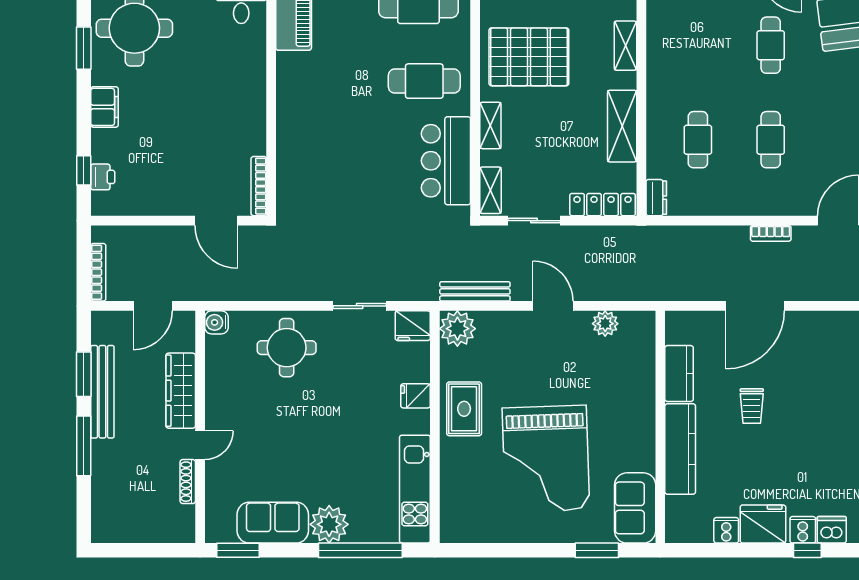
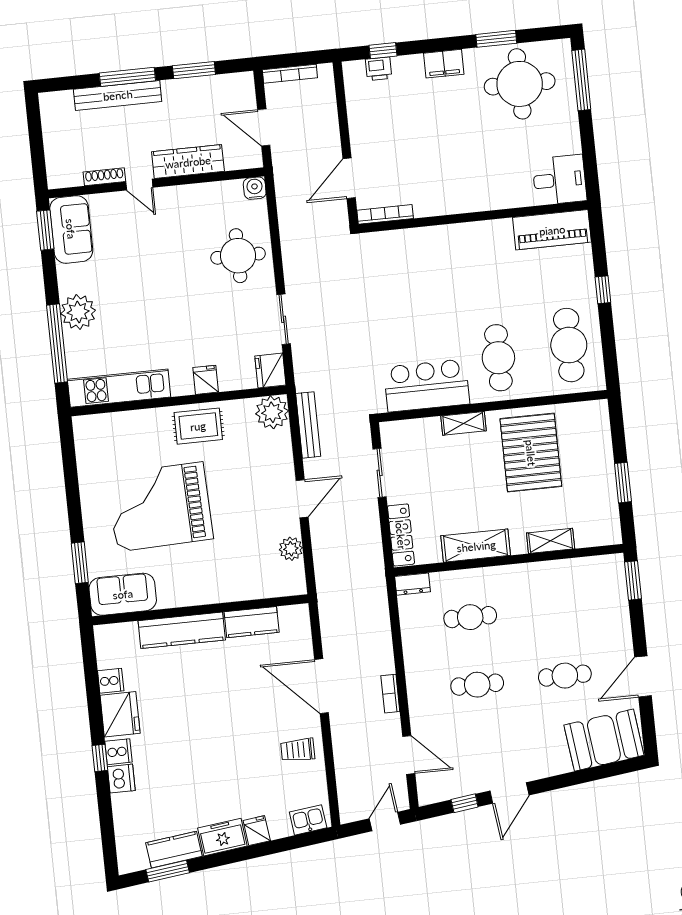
shelving: (490, 190) -> (404, 430), removed
bench: (102, 392) -> (118, 95), moved
trolley: (752, 406) -> (298, 750), moved
sofa: (273, 523) -> (71, 229), moved

